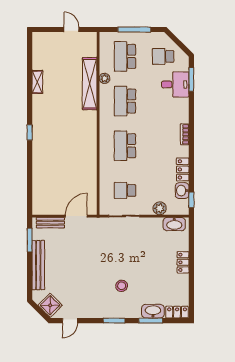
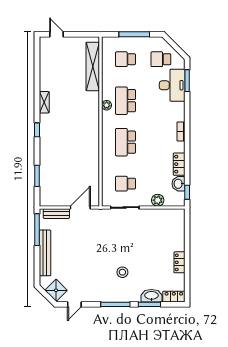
door: (71, 30) -> (57, 34), moved
school desk: (125, 56) -> (126, 59), width x0.54
plant: (105, 78) -> (107, 105), moved
shelving: (37, 82) -> (44, 102), moved
shelving: (90, 84) -> (93, 66), moved
desk: (175, 84) -> (172, 85), width x1.37
window: (30, 182) -> (37, 176), added
washbasin: (174, 224) -> (171, 215), removed
window: (30, 240) -> (37, 230), width x1.44
locker: (183, 262) -> (179, 262), moved
window: (114, 321) -> (115, 304), width x1.44

